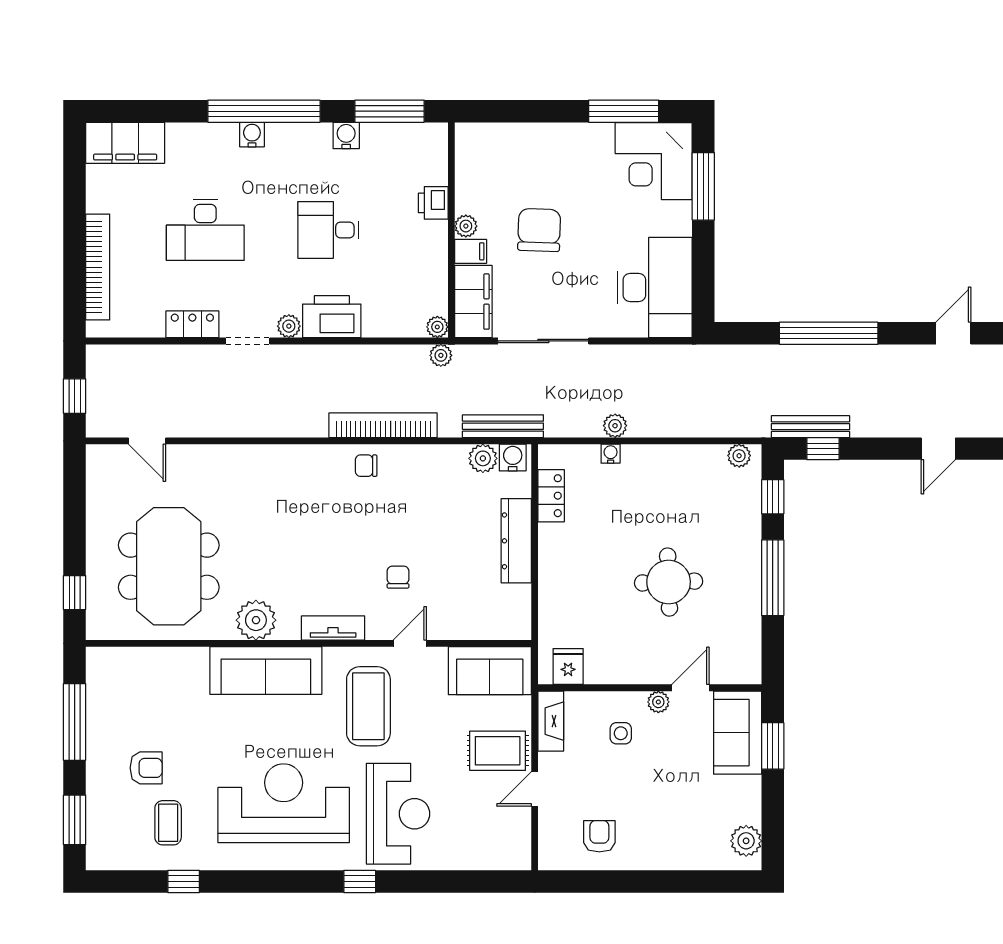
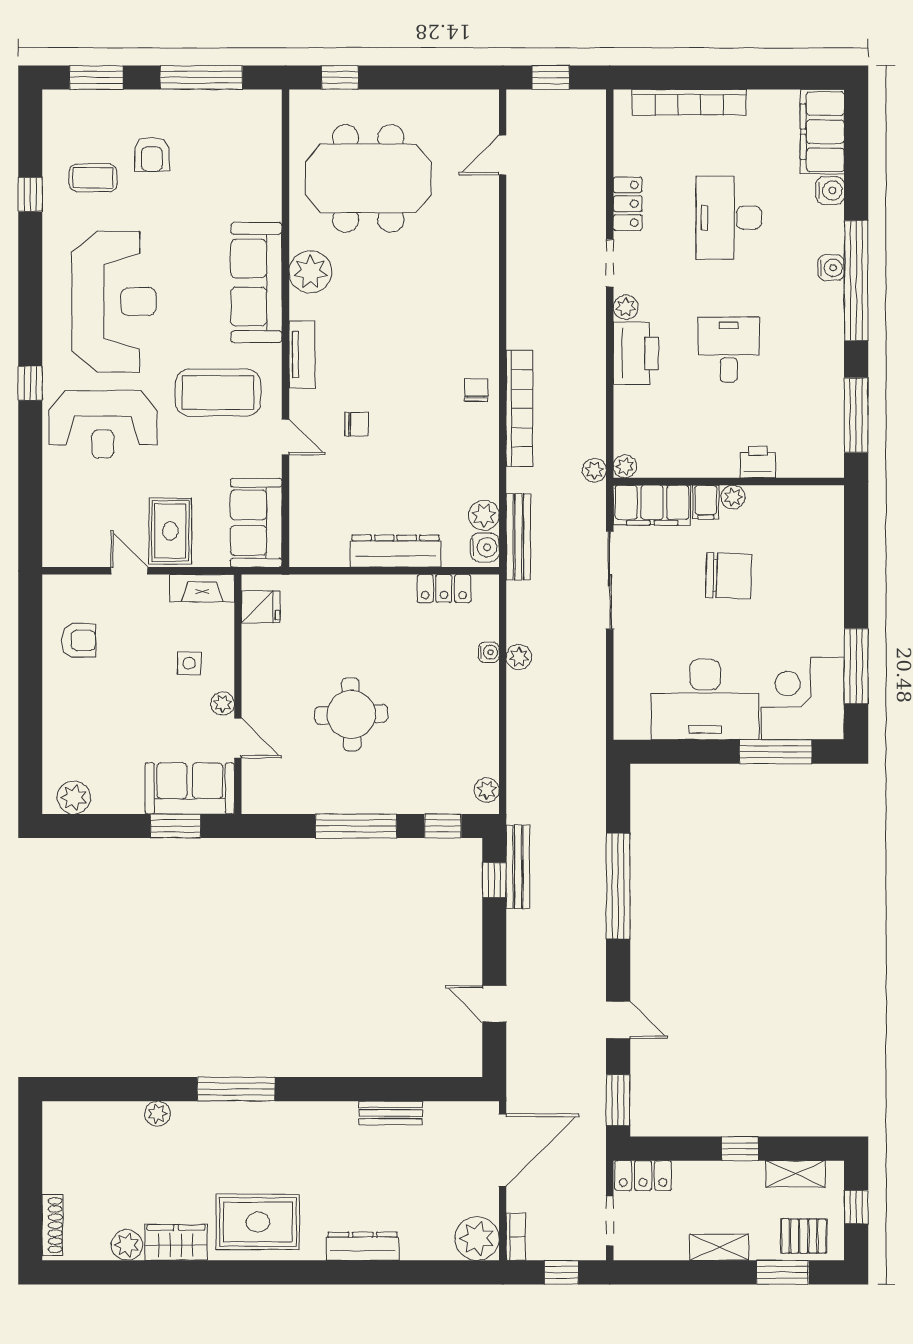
water cooler: (346, 135) -> (830, 190), moved
desk: (655, 287) -> (705, 700), moved

